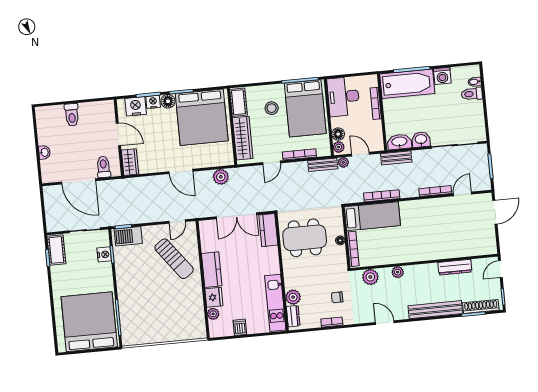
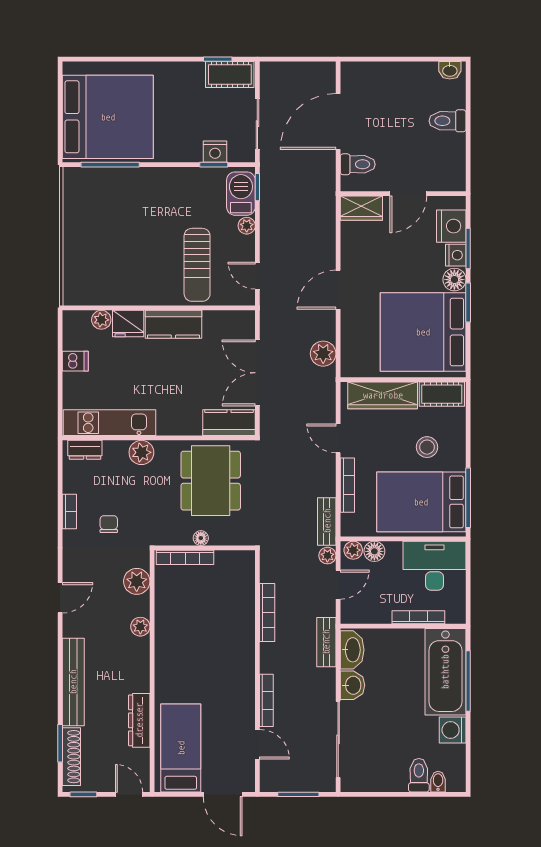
washbasin: (44, 152) -> (450, 70), moved
bed: (372, 216) -> (181, 748), moved, turned 180
plant: (147, 231) -> (247, 226), added
sun lounger: (174, 259) -> (197, 265), turned -53
plant: (293, 297) -> (141, 452), moved

